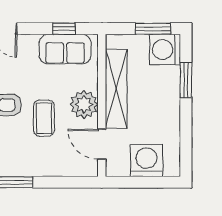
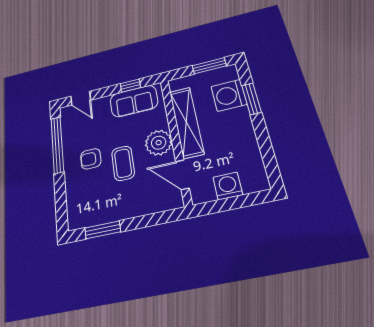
washing machine: (165, 50) -> (229, 95), moved
washing machine: (146, 161) -> (228, 186), width x0.73, depth x0.73

